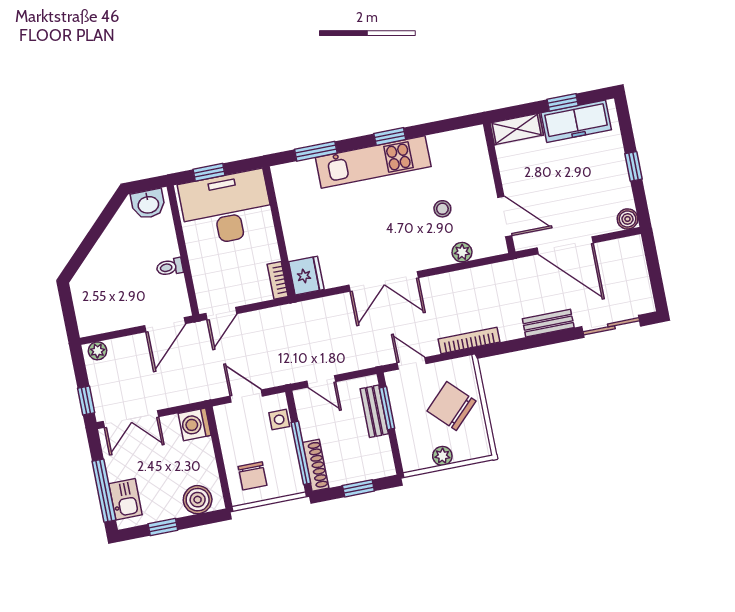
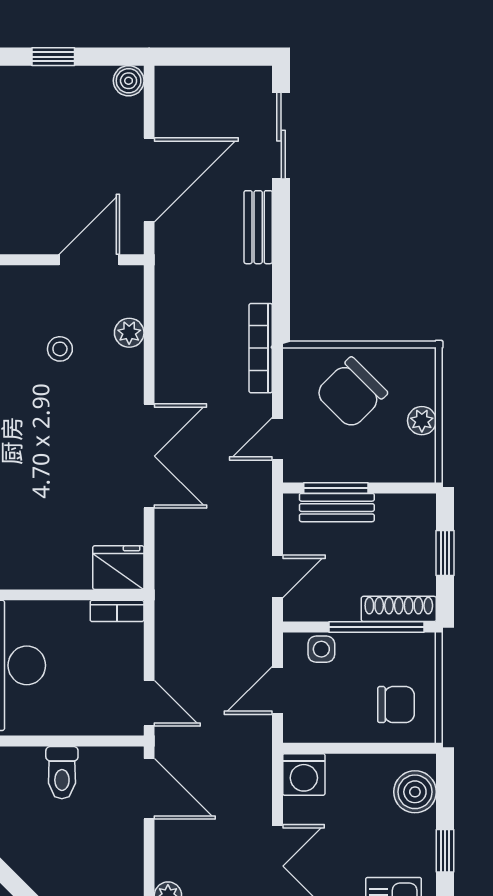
toilet: (170, 267) -> (62, 773), width x1.37, depth x1.39

